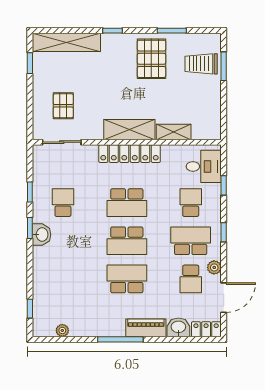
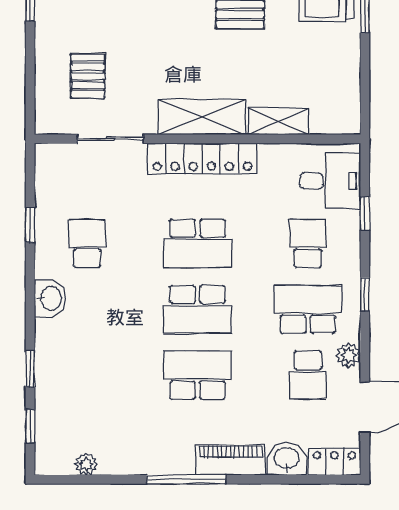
sliding door: (62, 142) -> (110, 139), moved
window: (30, 228) -> (30, 369), moved

